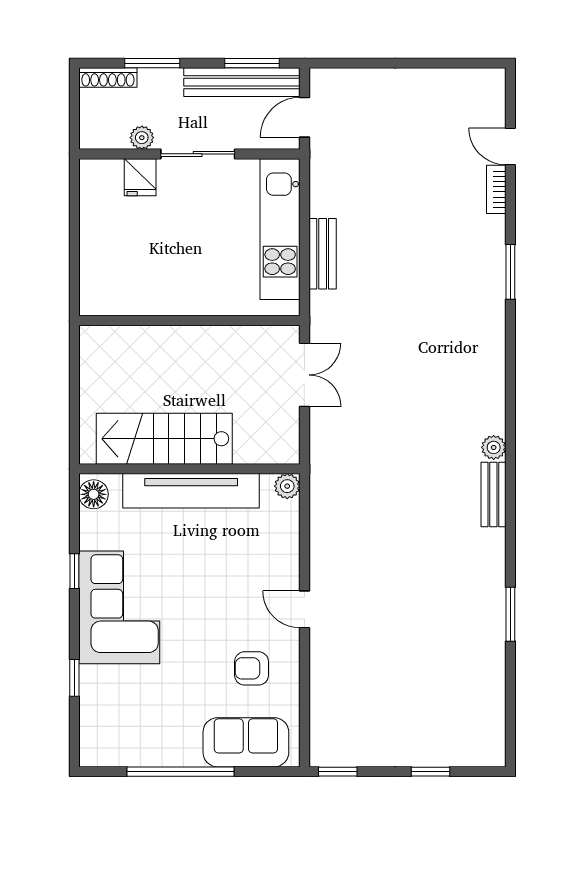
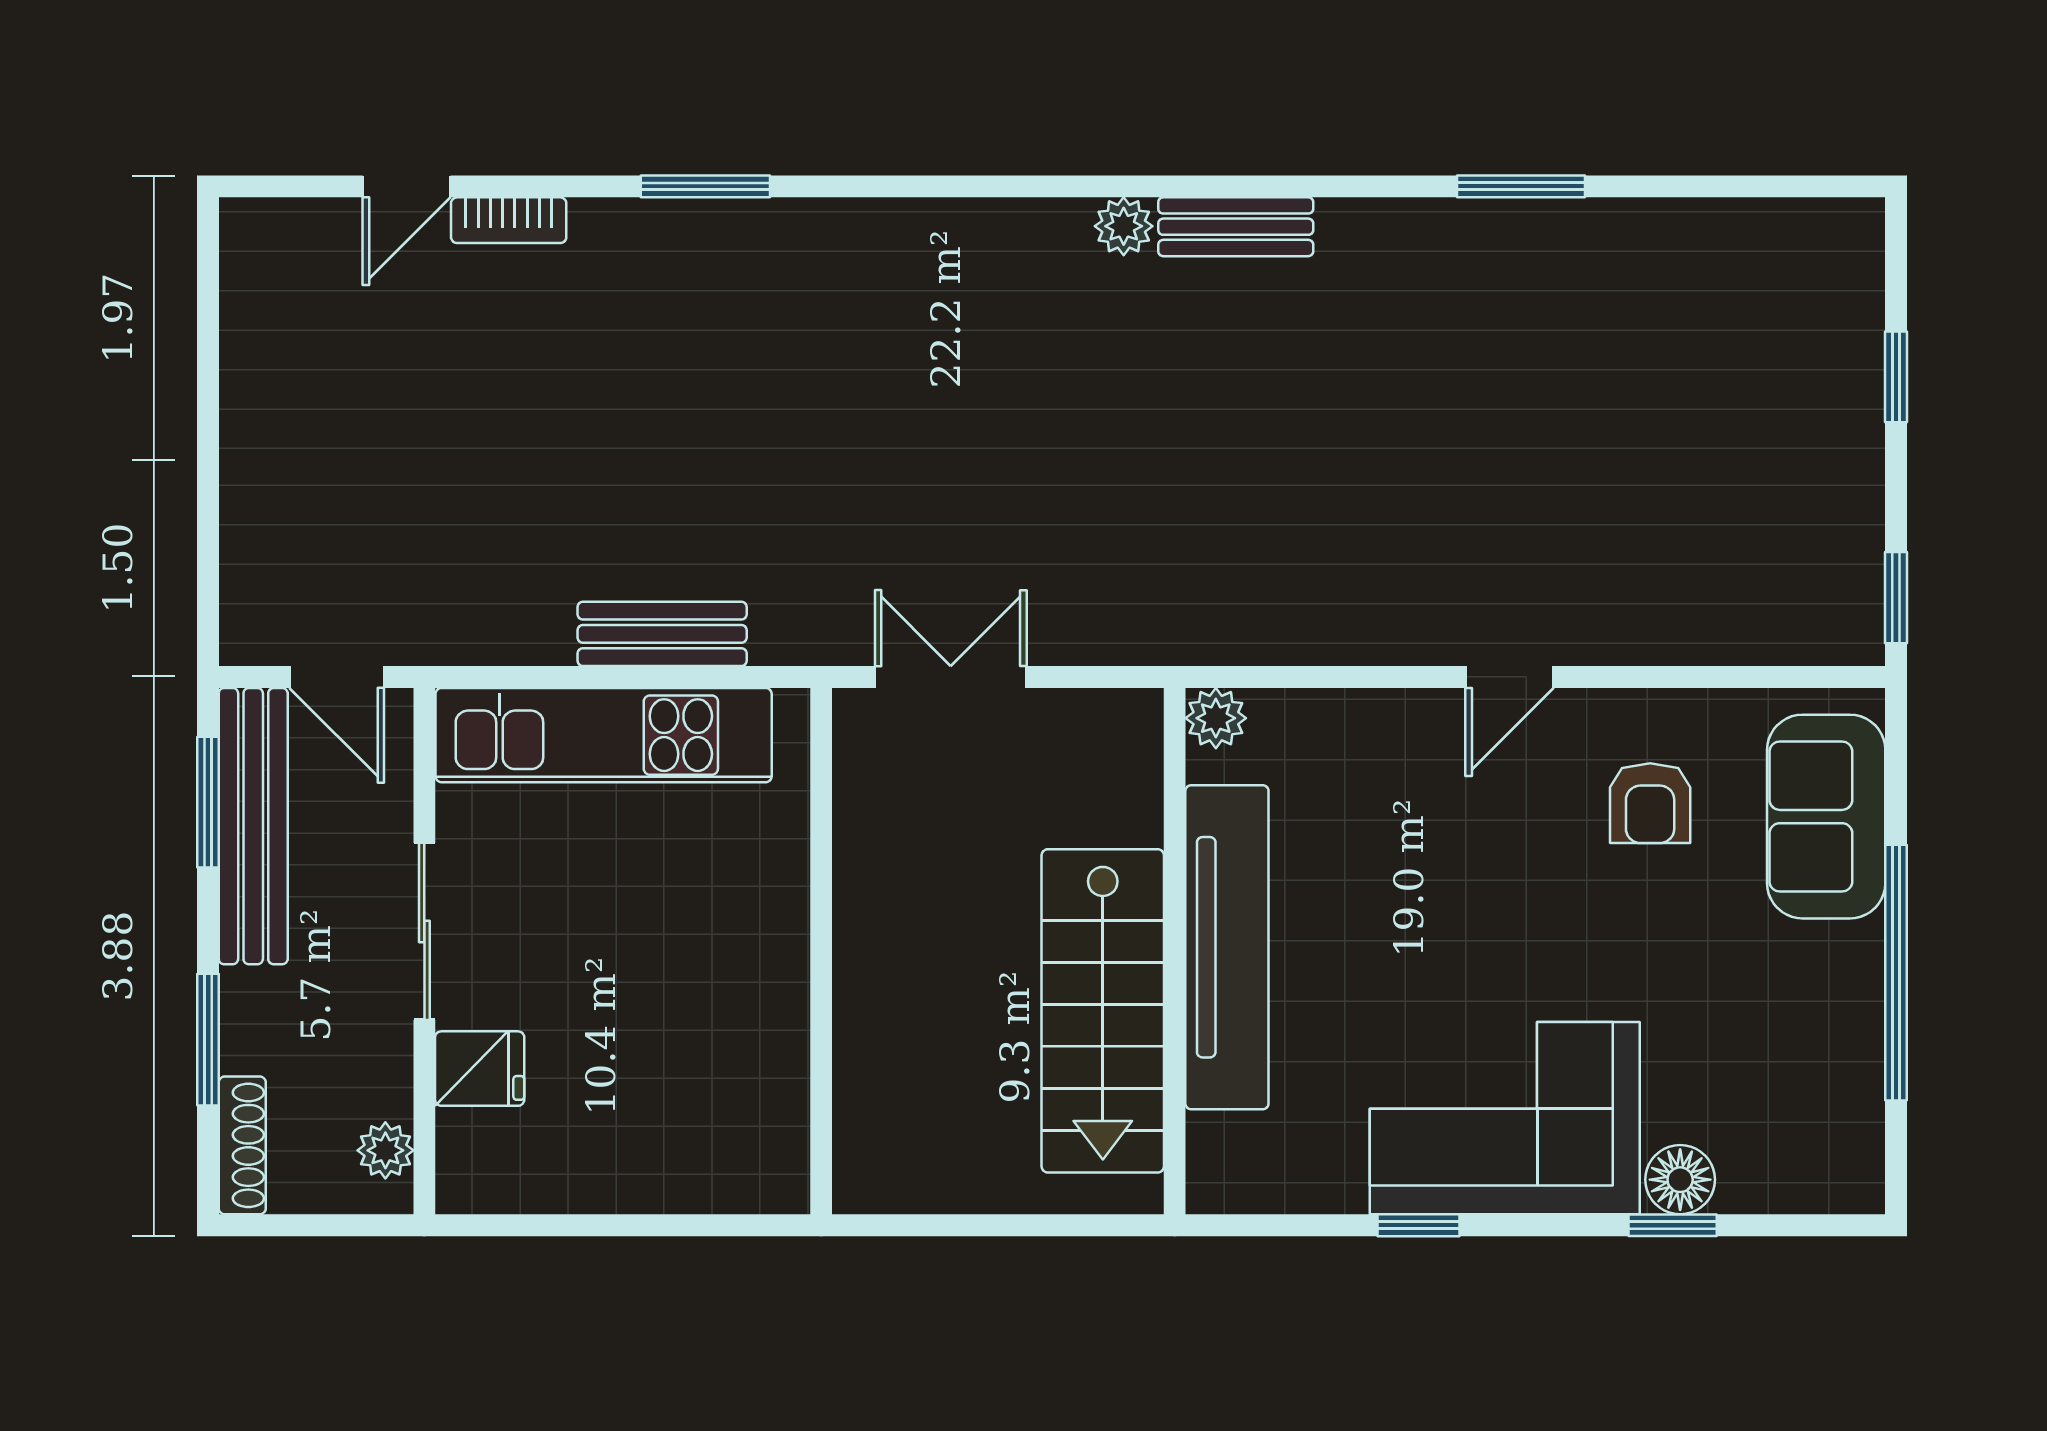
plant: (142, 138) -> (385, 1150), moved
floor lamp: (94, 494) -> (1680, 1180), moved

